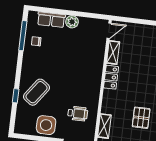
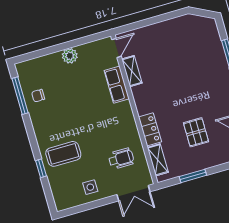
row of seats: (51, 20) -> (117, 85), moved, turned 90
locker: (111, 77) -> (150, 129), moved
coffee table: (37, 92) -> (63, 154), turned 54
side table: (46, 125) -> (90, 187), width x0.54, depth x0.54

